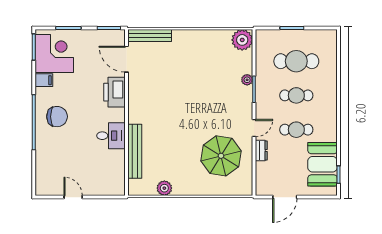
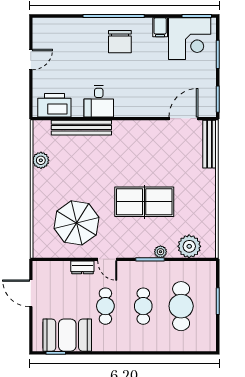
plant: (242, 40) -> (189, 246), moved
printer: (115, 92) -> (54, 105), moved
table tennis table: (202, 95) -> (144, 202), added

